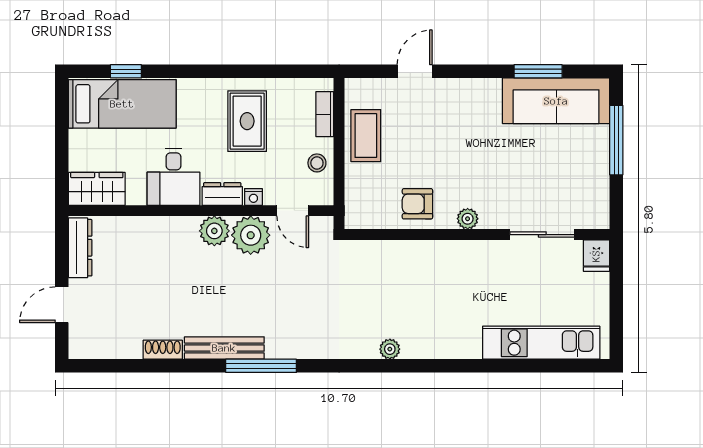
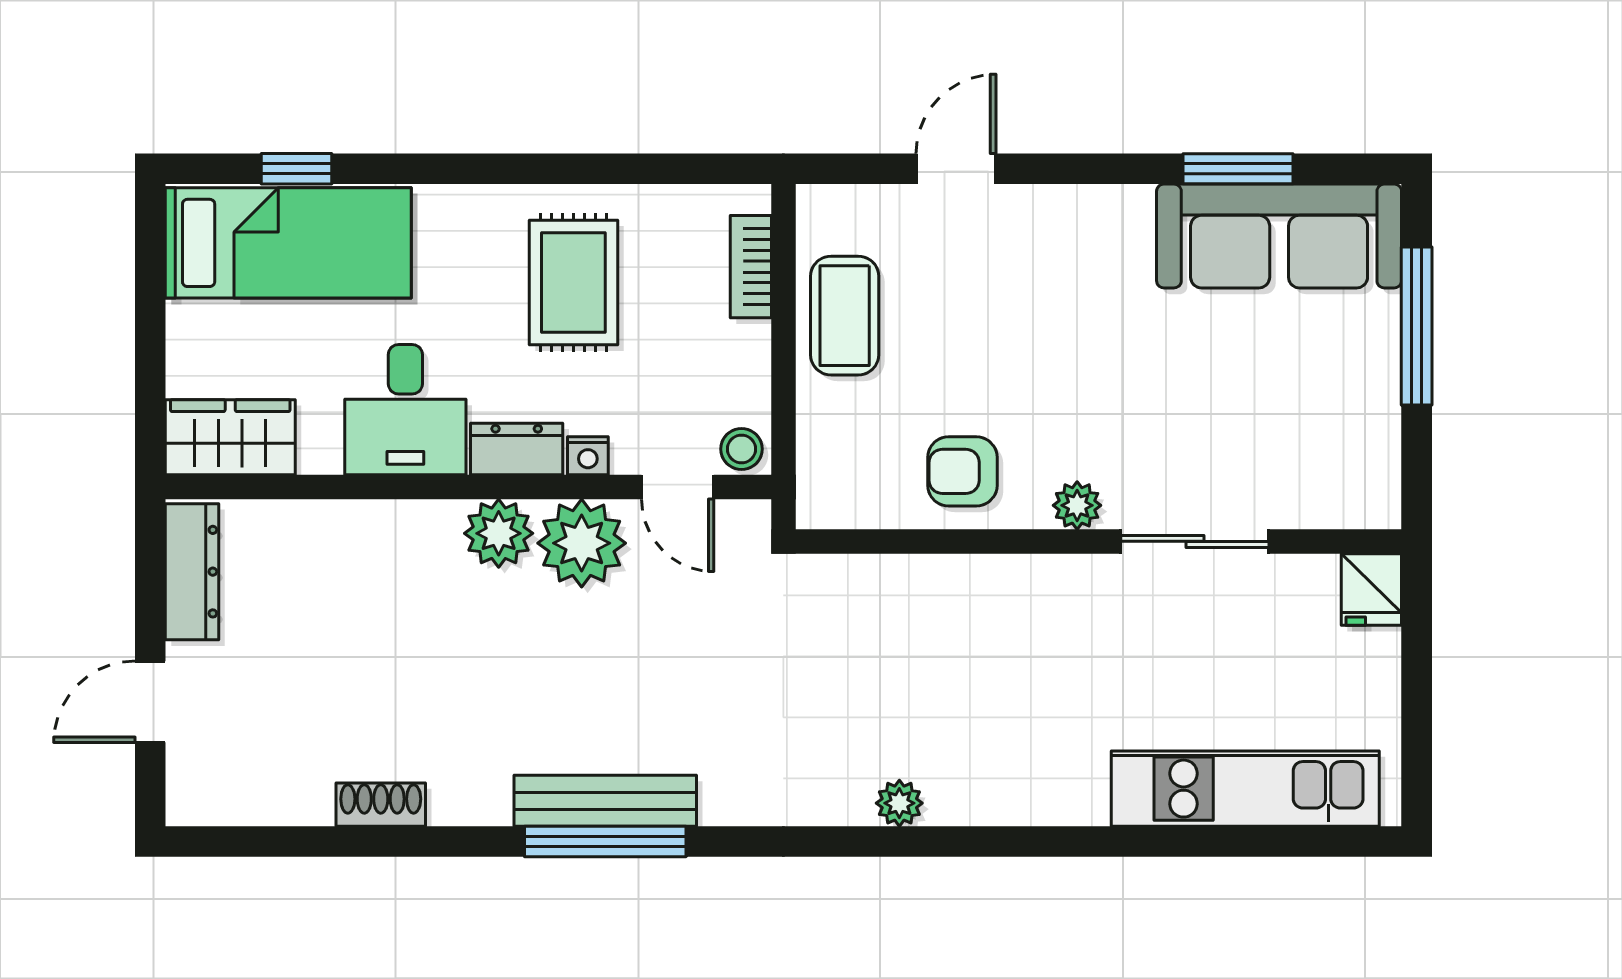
stool: (317, 163) -> (741, 449), moved
sliding door: (542, 235) -> (1195, 541), moved
bench: (224, 348) -> (605, 801), moved

